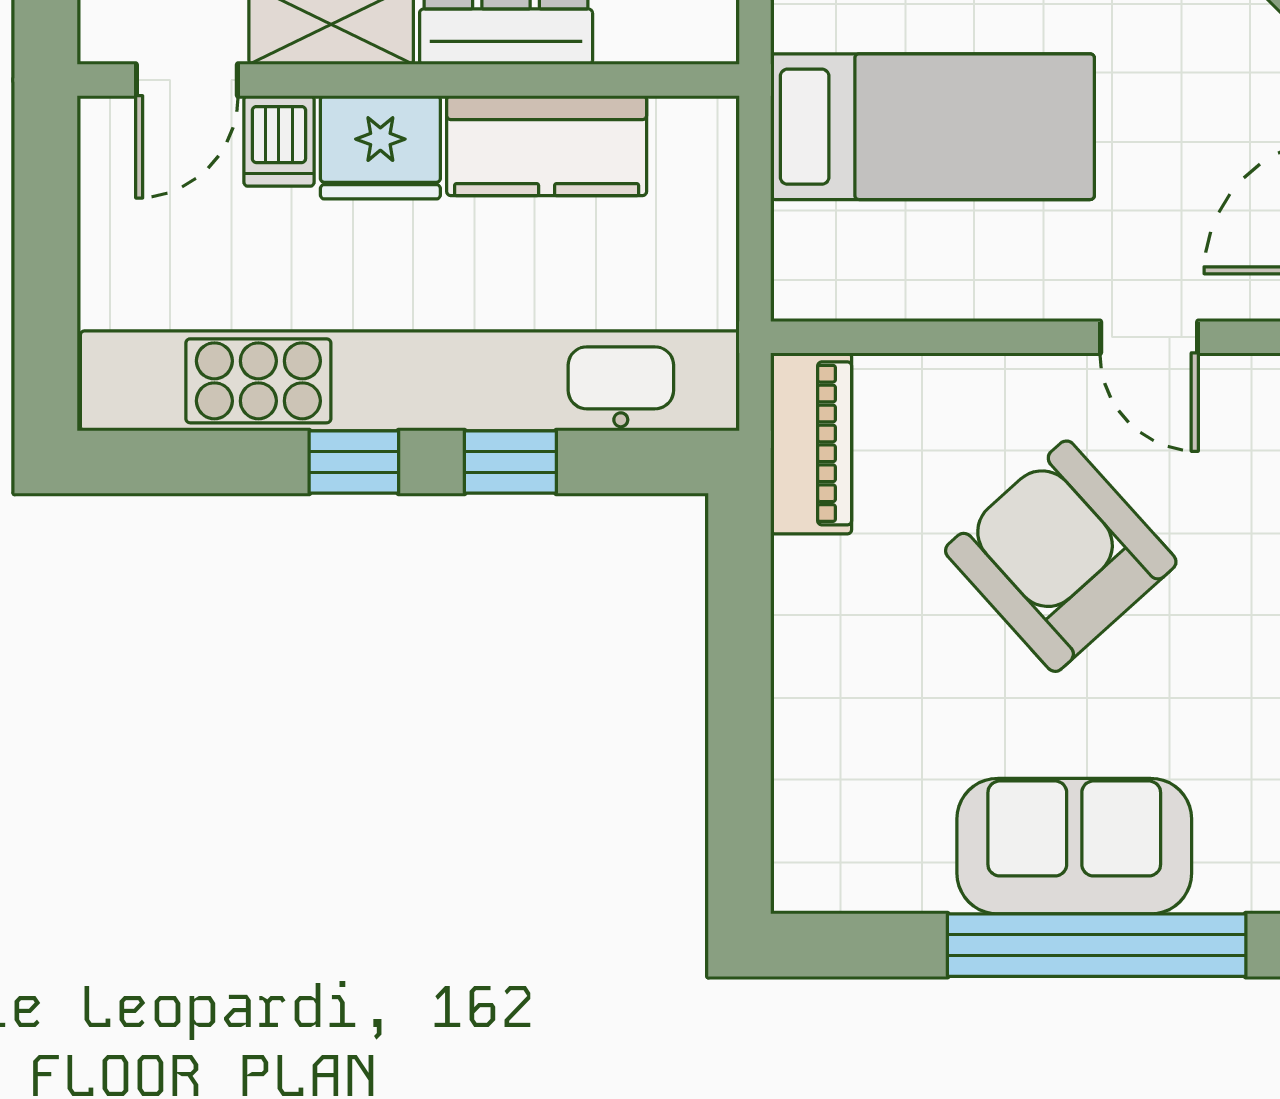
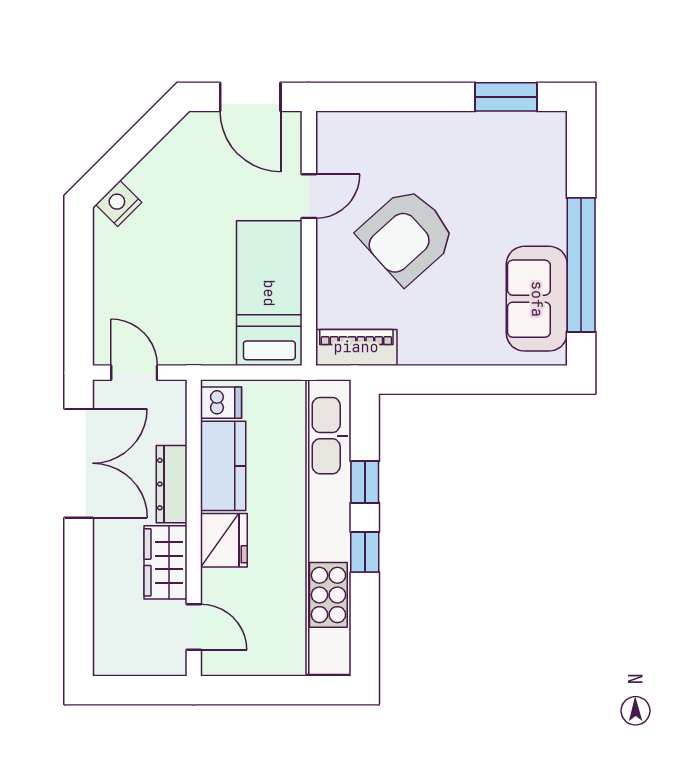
bed: (933, 127) -> (269, 293), moved
dishwasher: (279, 141) -> (221, 403), moved
sofa: (1074, 846) -> (537, 299), moved
window: (1097, 945) -> (581, 265), moved

